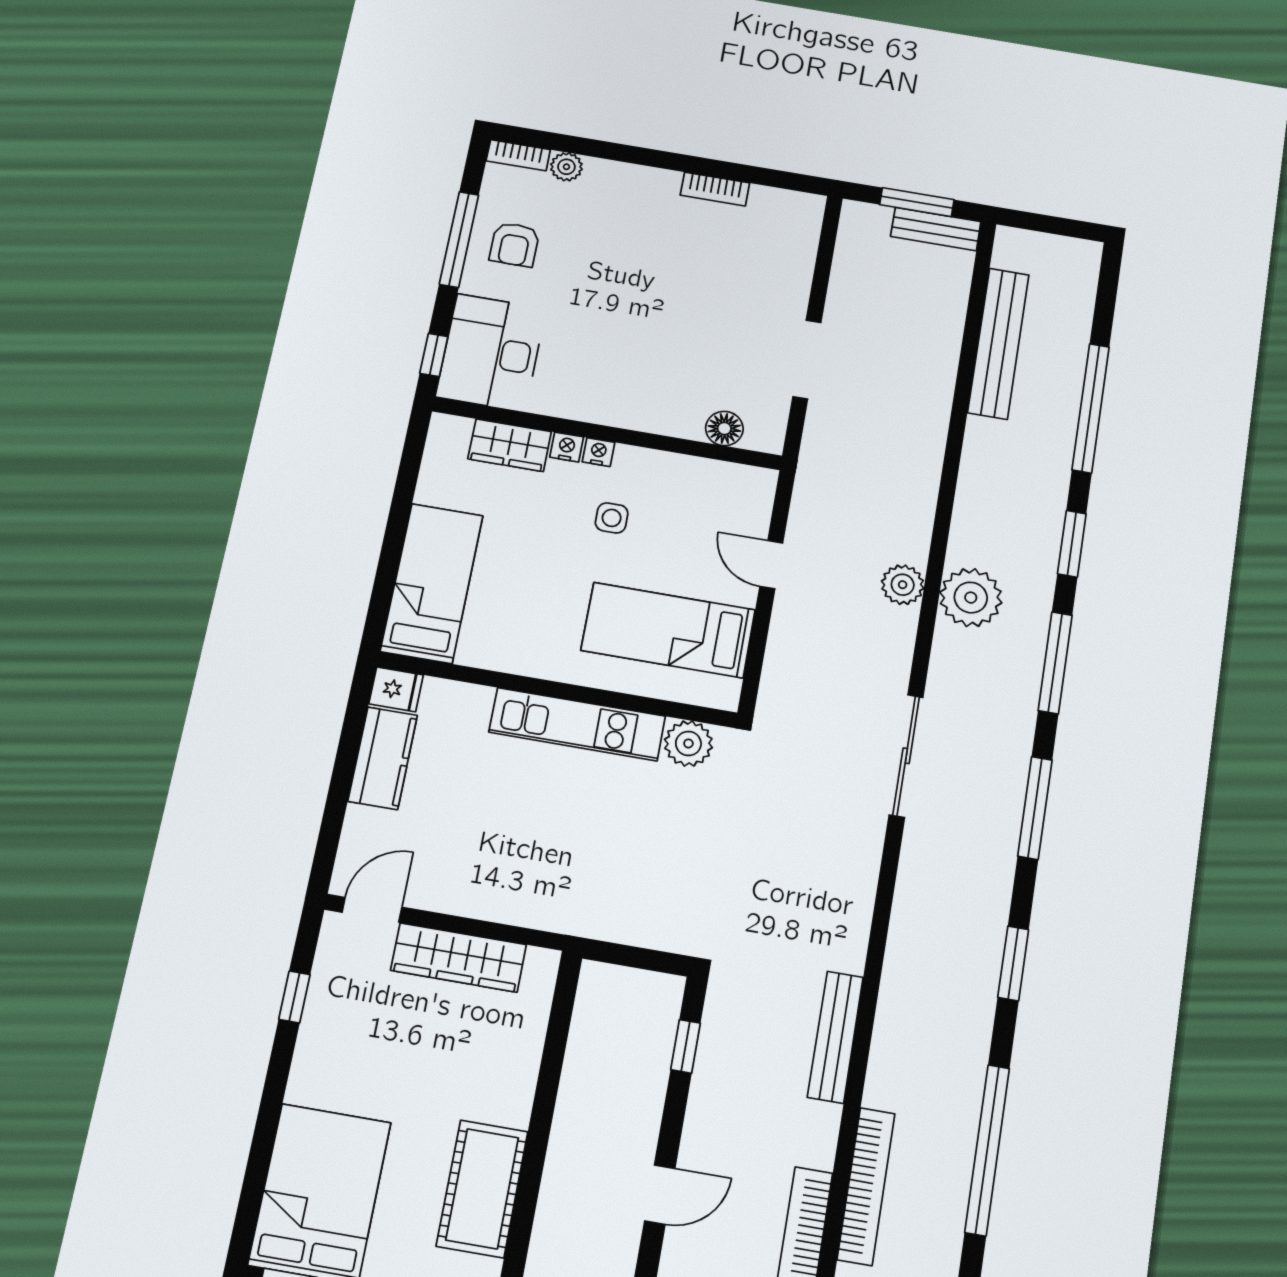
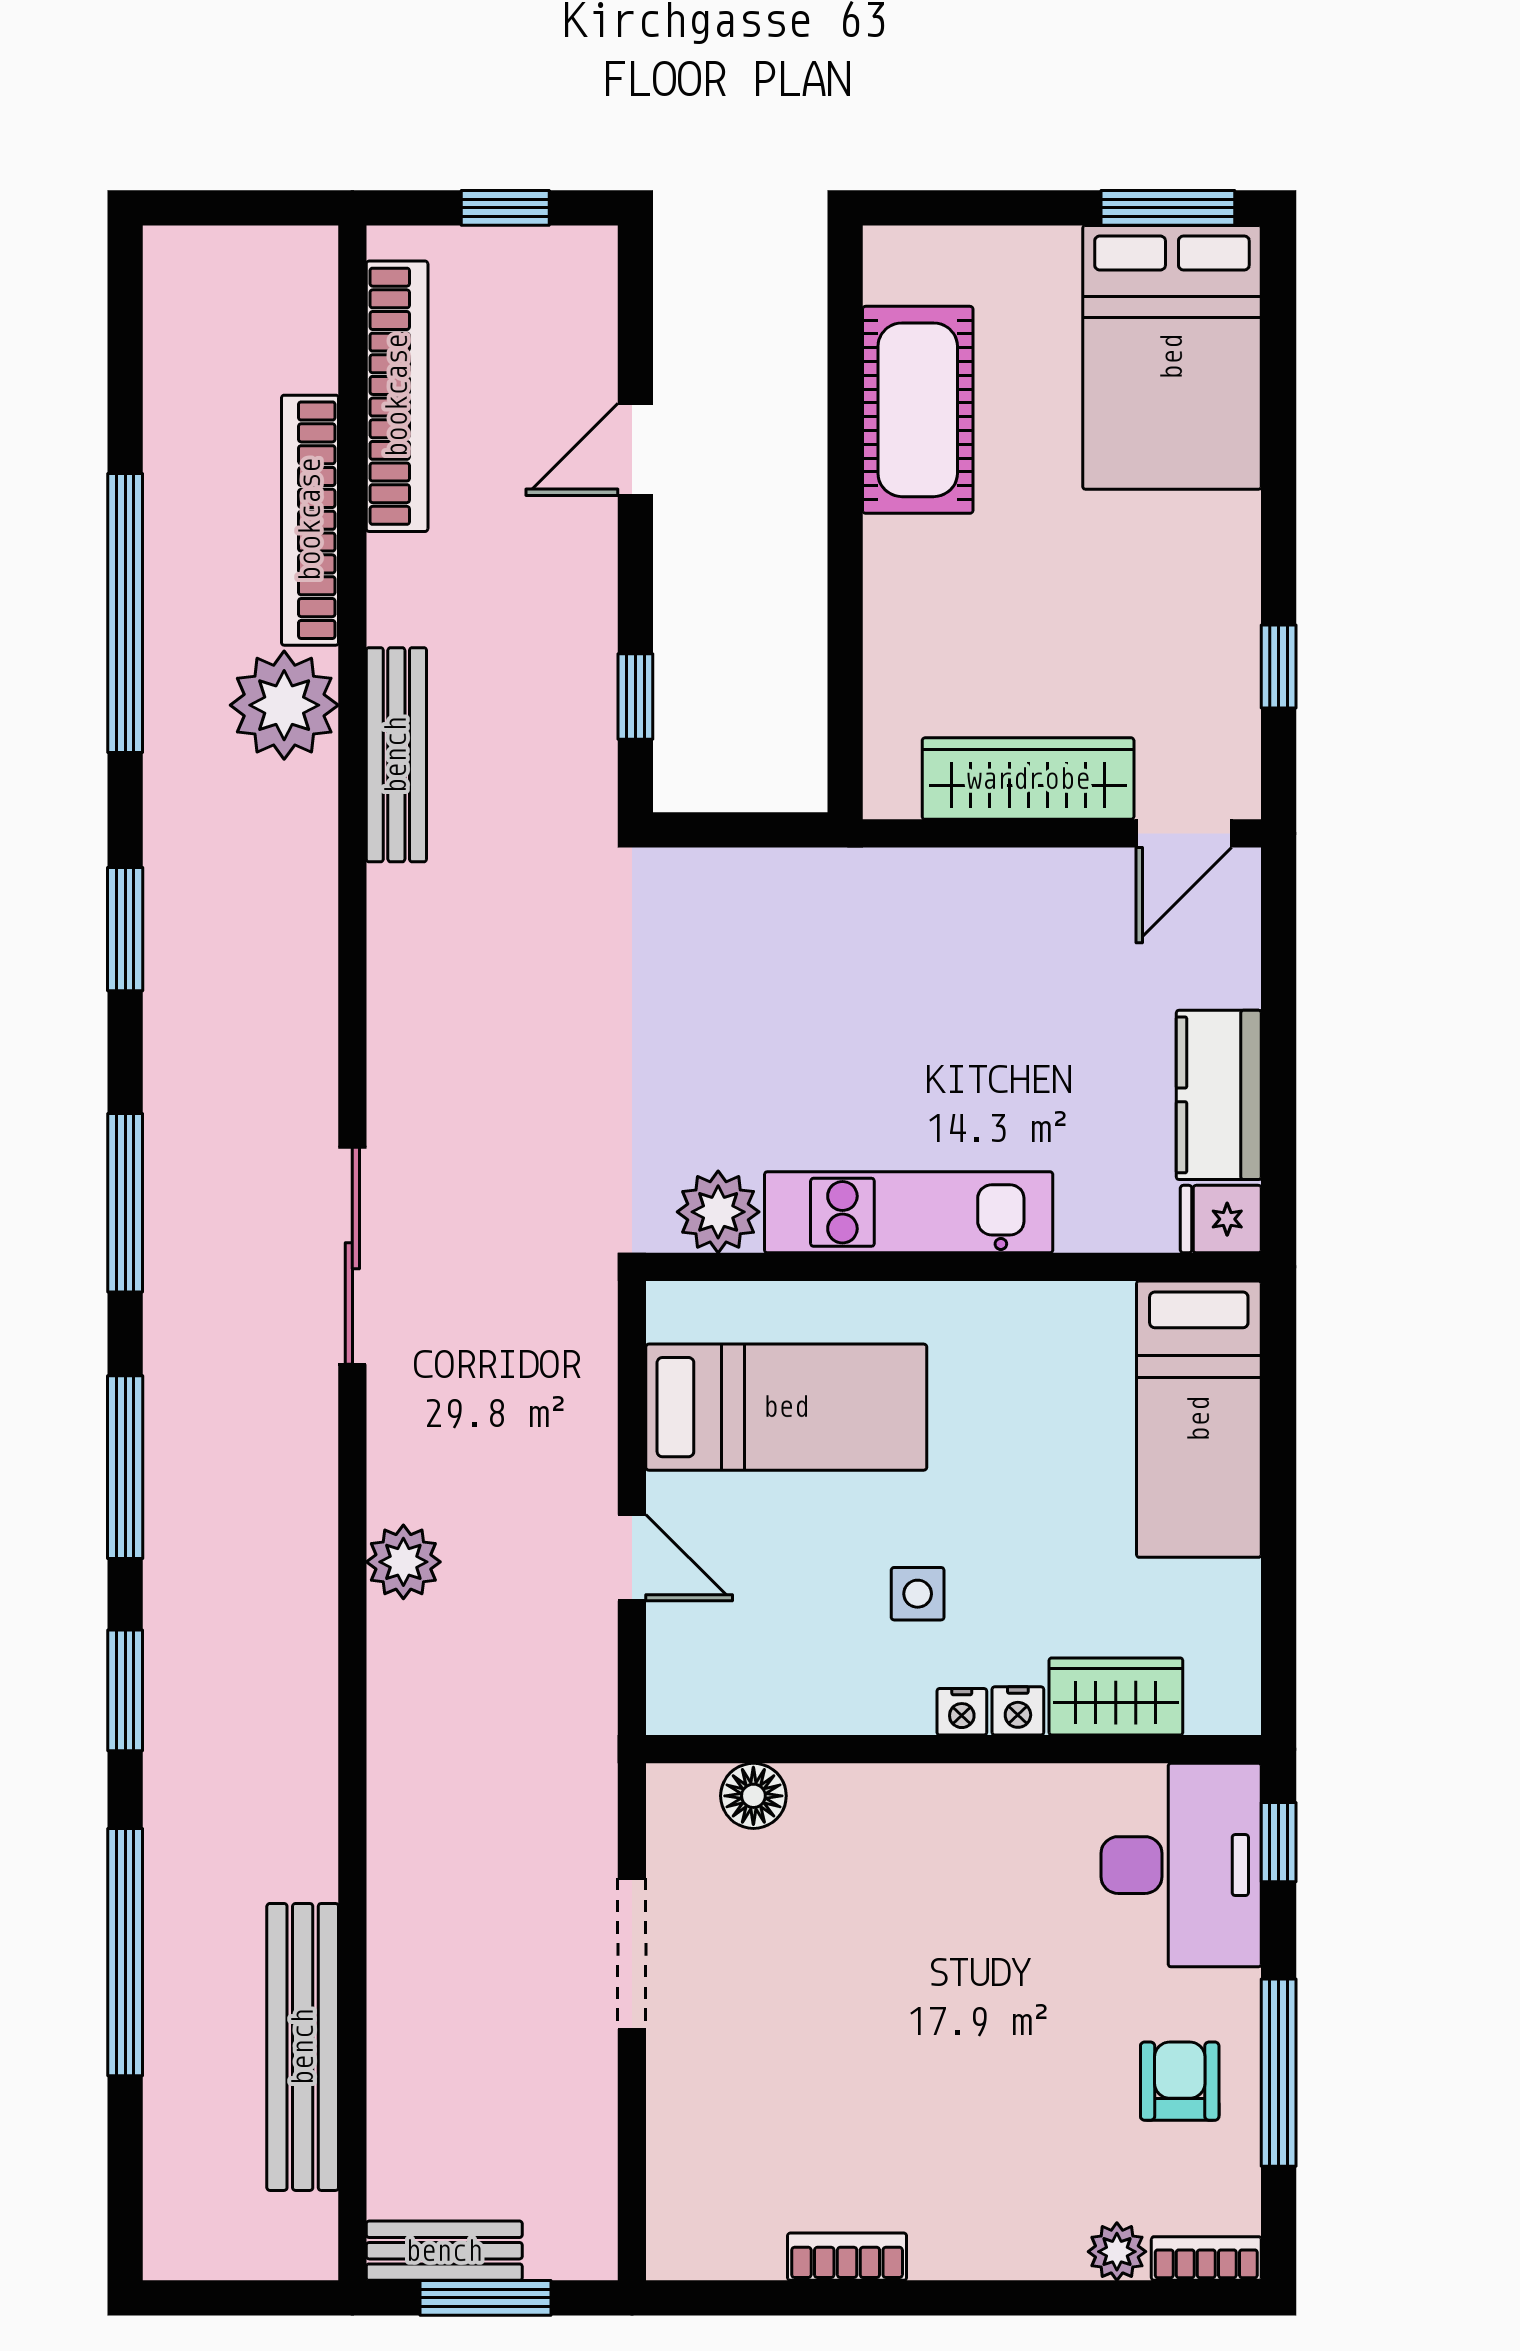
plant: (971, 598) -> (284, 705), moved

